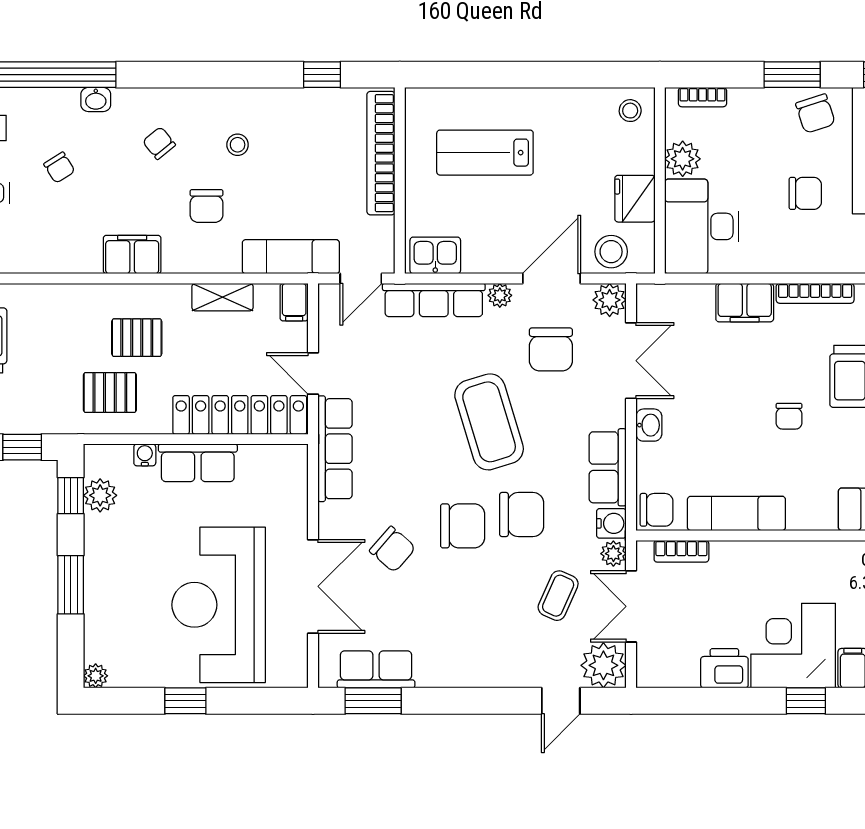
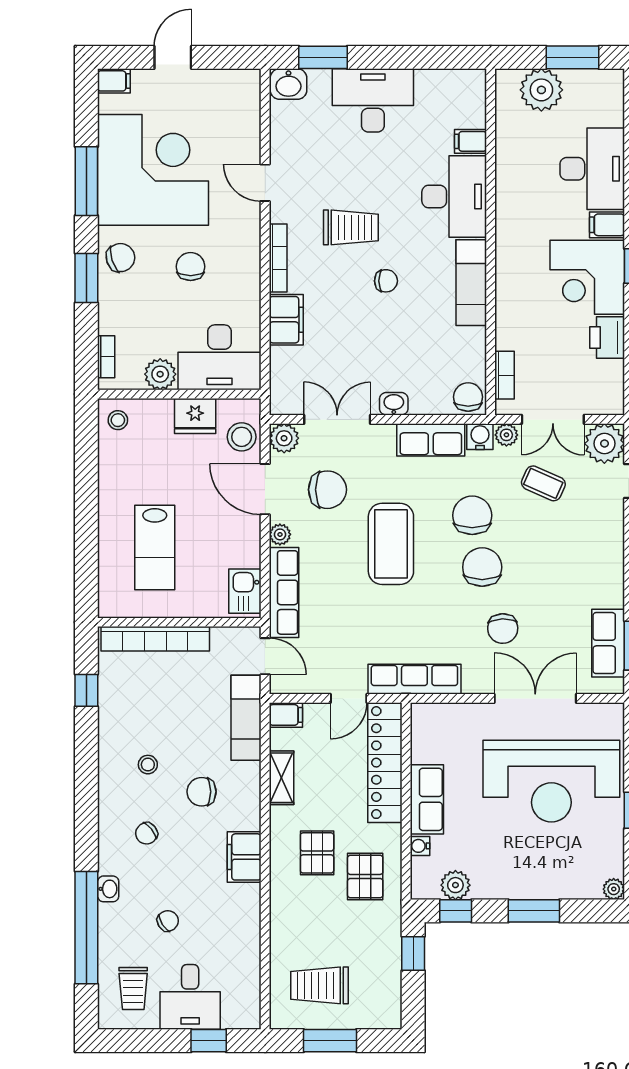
chair: (207, 206) -> (202, 792), turned 180
coffee table: (489, 422) -> (391, 544), turned -73
exam couch: (736, 513) -> (471, 283), moved
chair: (393, 549) -> (503, 629), turned 137

